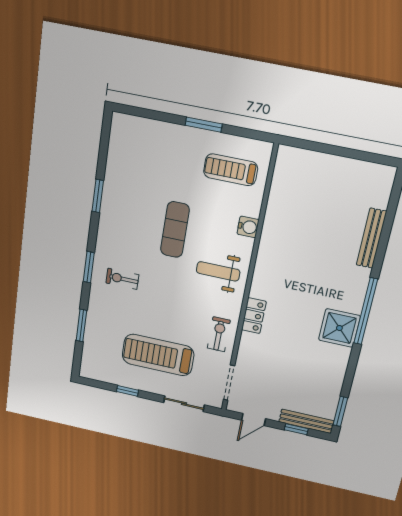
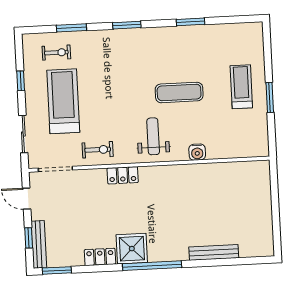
treadmill: (231, 170) -> (241, 87), moved
exercise bike: (122, 279) -> (56, 53), moved, turned 90
locker: (339, 364) -> (100, 257), added

